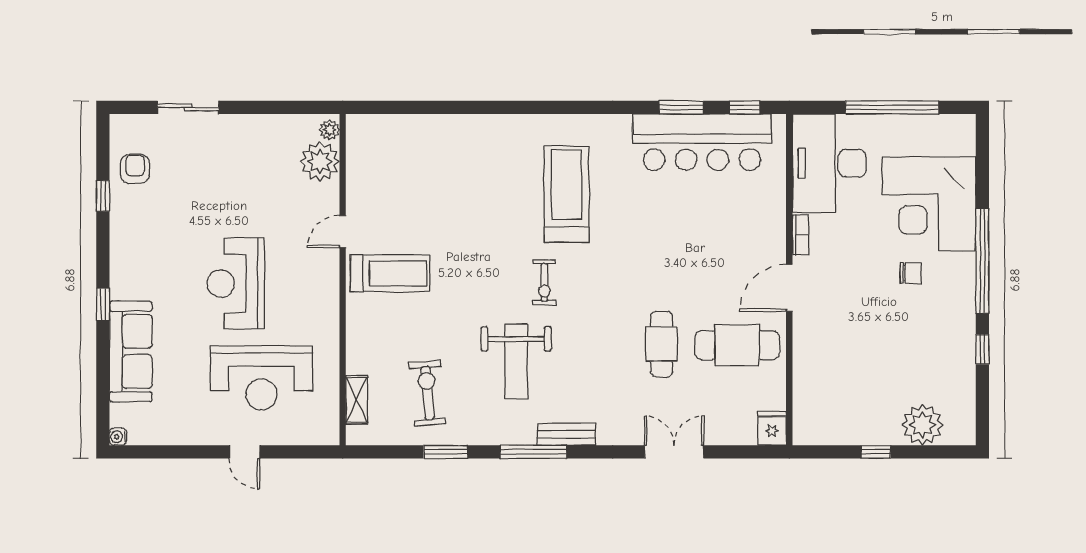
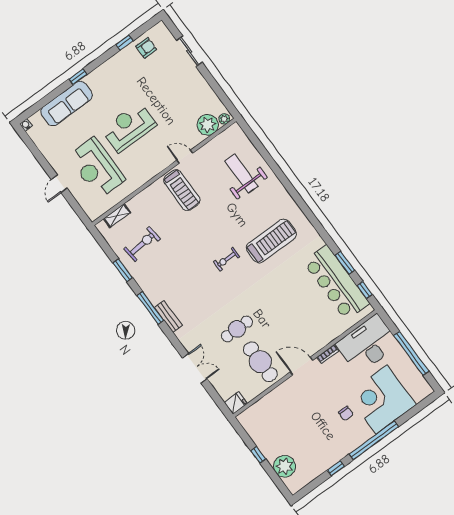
weight bench: (516, 362) -> (241, 174), moved, turned 90

